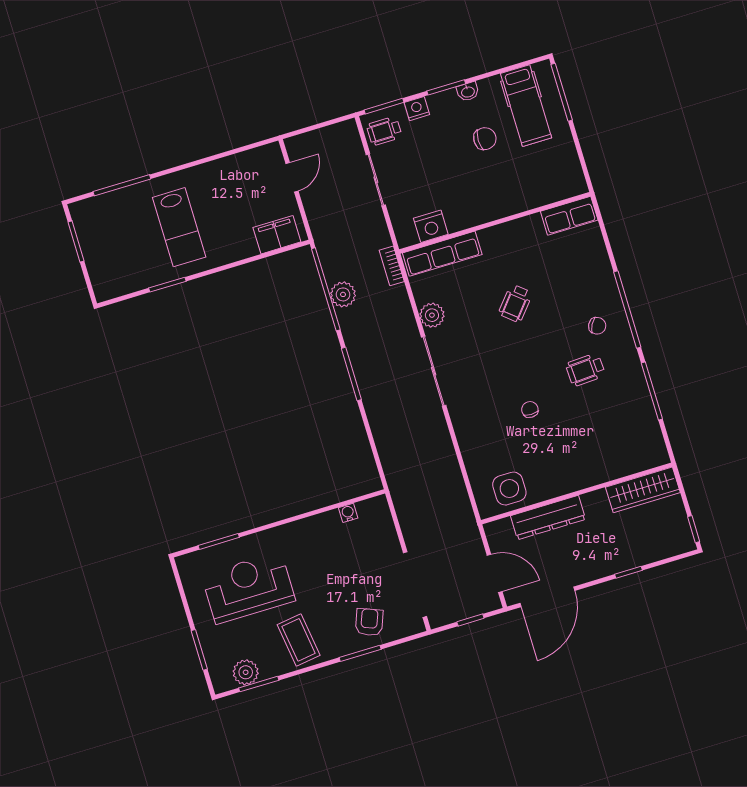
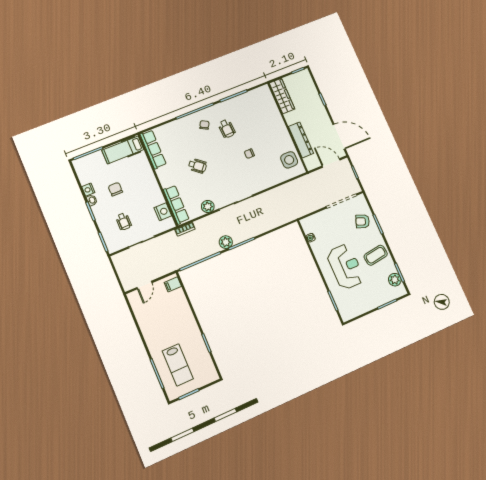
hospital bed: (526, 106) -> (123, 150), moved, turned 180
nightstand: (417, 109) -> (88, 190), moved
wheelchair: (384, 131) -> (124, 222), moved
door: (292, 177) -> (144, 285), swing flipped
row of seats: (569, 216) -> (153, 149), width x1.48
lab bench: (179, 227) -> (178, 365), moved, turned 90
filing cabinet: (277, 235) -> (173, 284), width x0.50
plant: (343, 294) -> (226, 242), moved
door: (495, 573) -> (331, 163), hinge flipped
reception desk: (248, 588) -> (345, 267), moved, turned 180

